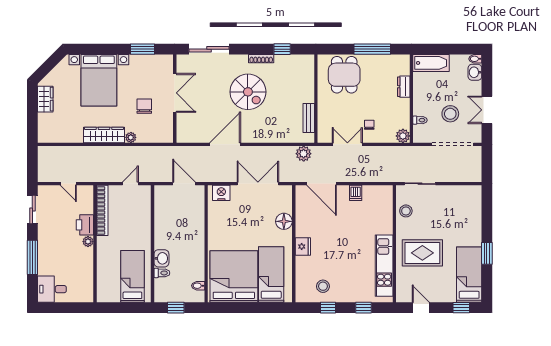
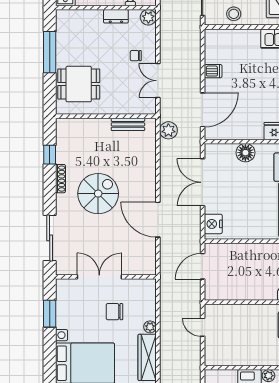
dresser: (404, 87) -> (116, 16), moved
bookcase: (102, 210) -> (233, 359), removed

